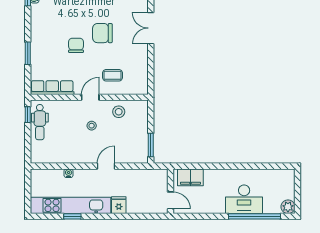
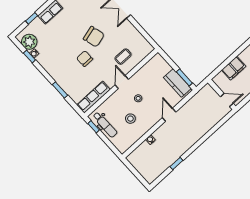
chair: (102, 33) -> (94, 37), turned -105
stool: (119, 112) -> (130, 119), moved
kitchen counter: (140, 144) -> (177, 83), added
filing cabinet: (190, 177) -> (234, 68), moved
kitchen unit: (70, 205) -> (169, 158), removed
fridge: (119, 205) -> (198, 131), removed

